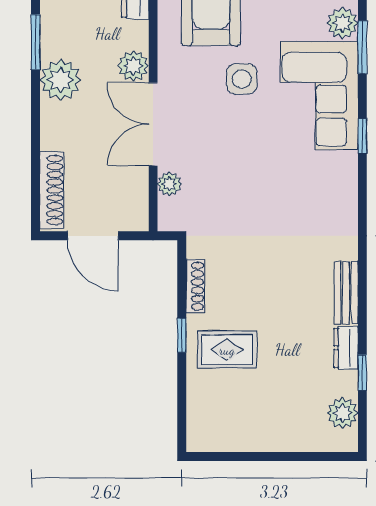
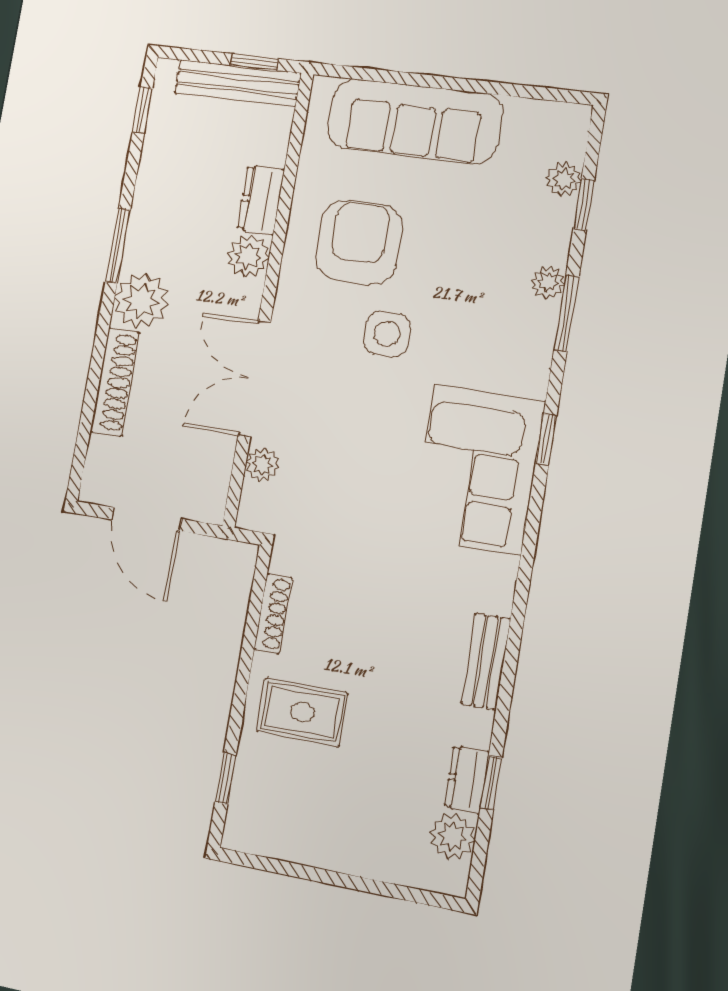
plant: (342, 23) -> (548, 282), width x0.73, depth x0.73
plant: (133, 66) -> (248, 256), moved
corner sofa: (319, 96) -> (477, 469), moved
shoe rack: (52, 190) -> (115, 382), moved
window: (182, 335) -> (226, 778), moved
dresser: (346, 348) -> (467, 780), moved

